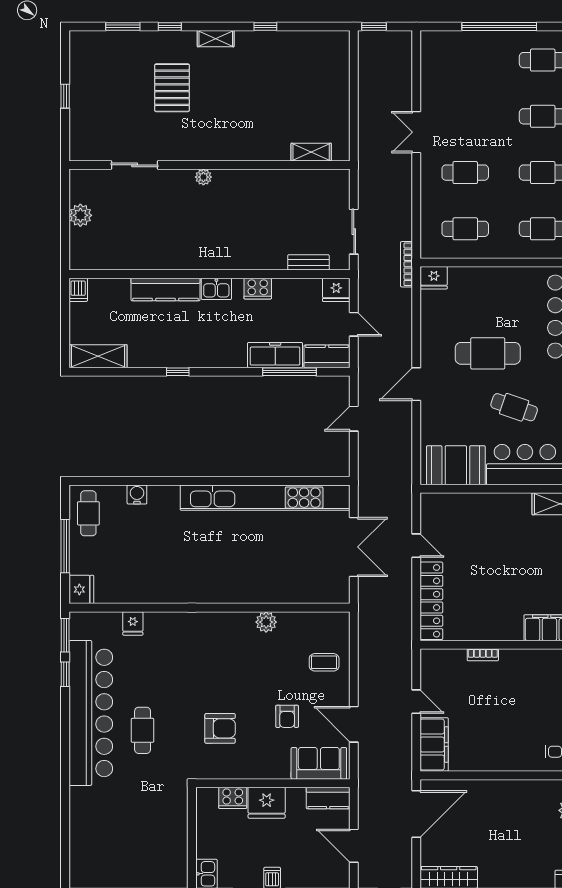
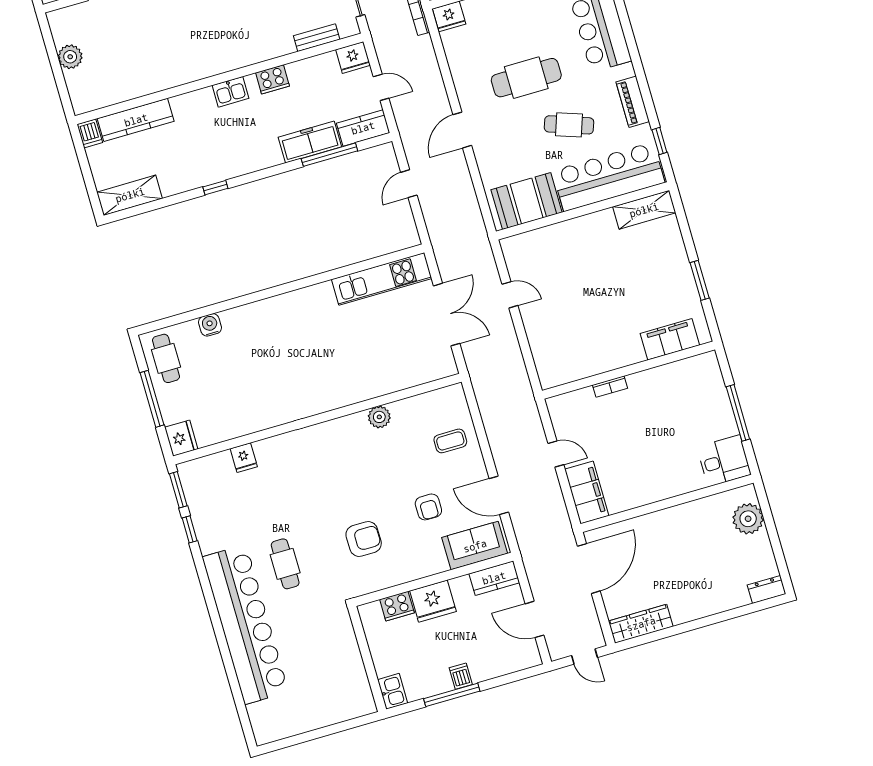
kitchen counter: (165, 289) -> (136, 120), moved
kitchen unit: (265, 498) -> (382, 279), width x0.54
locker: (431, 601) -> (542, 347), removed
bar counter: (91, 713) -> (245, 624), moved

